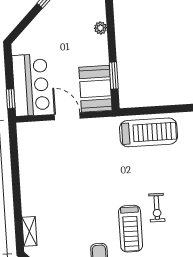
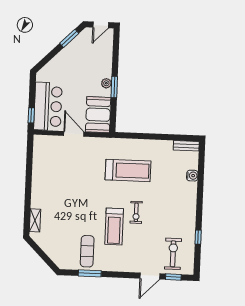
plant: (101, 28) -> (106, 83), moved
window: (114, 76) -> (114, 87), moved
treadmill: (148, 132) -> (128, 170), moved

